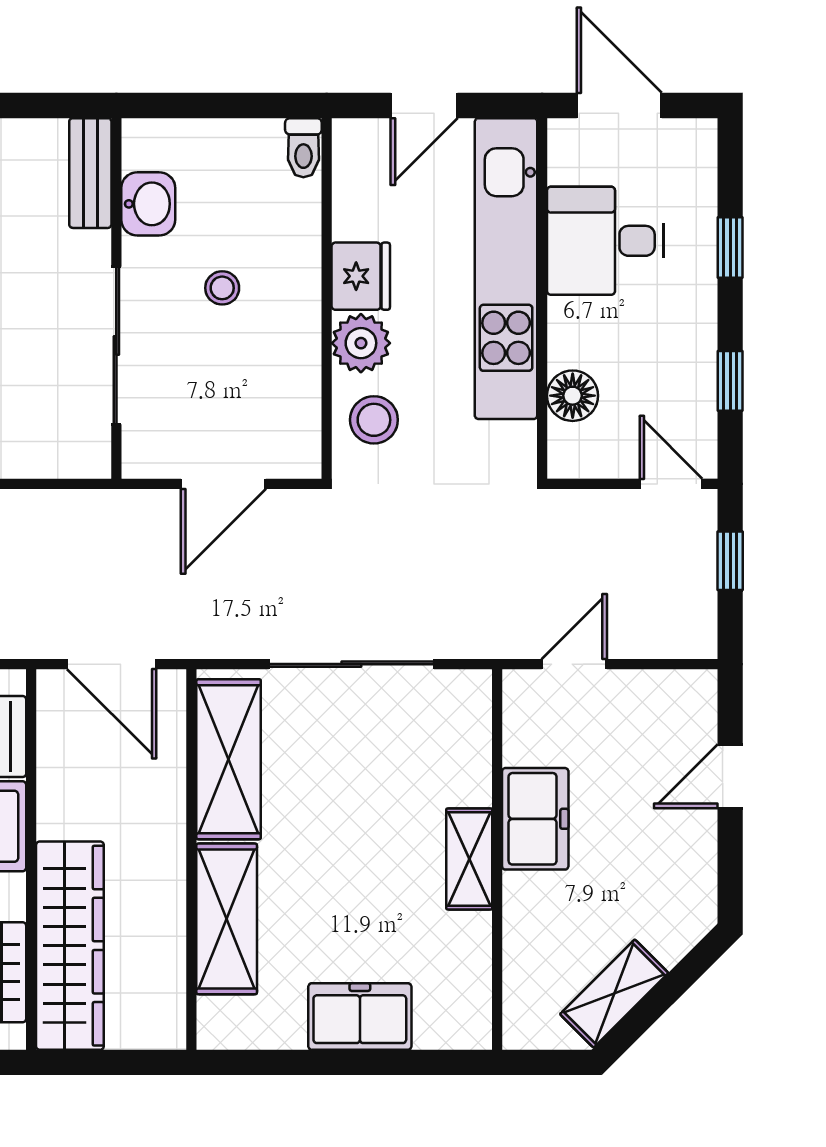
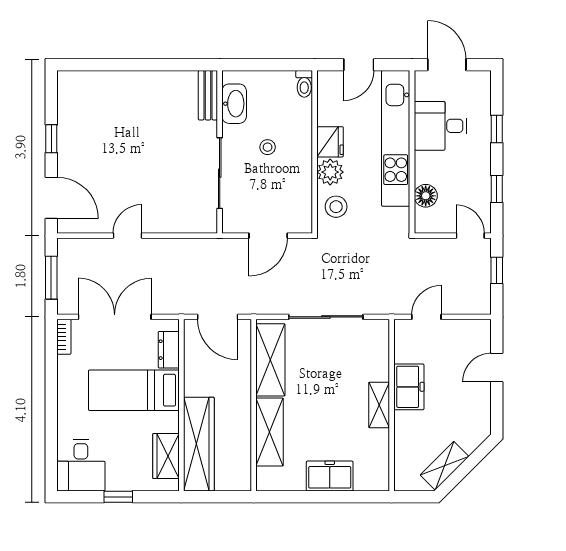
washbasin: (148, 204) -> (234, 104), width x1.38

